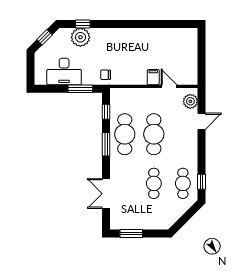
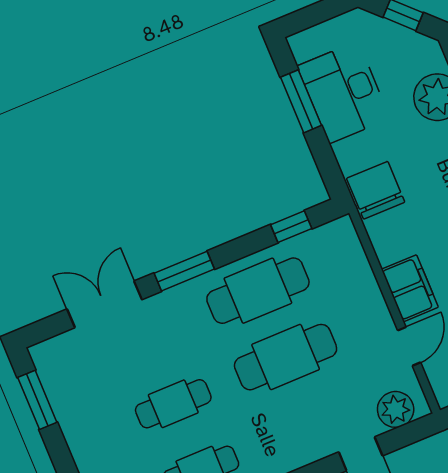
chair: (106, 75) -> (376, 190), width x1.87, depth x1.87
filing cabinet: (153, 77) -> (410, 288), width x2.00
window: (80, 89) -> (301, 101), moved
window: (106, 144) -> (184, 271), moved

